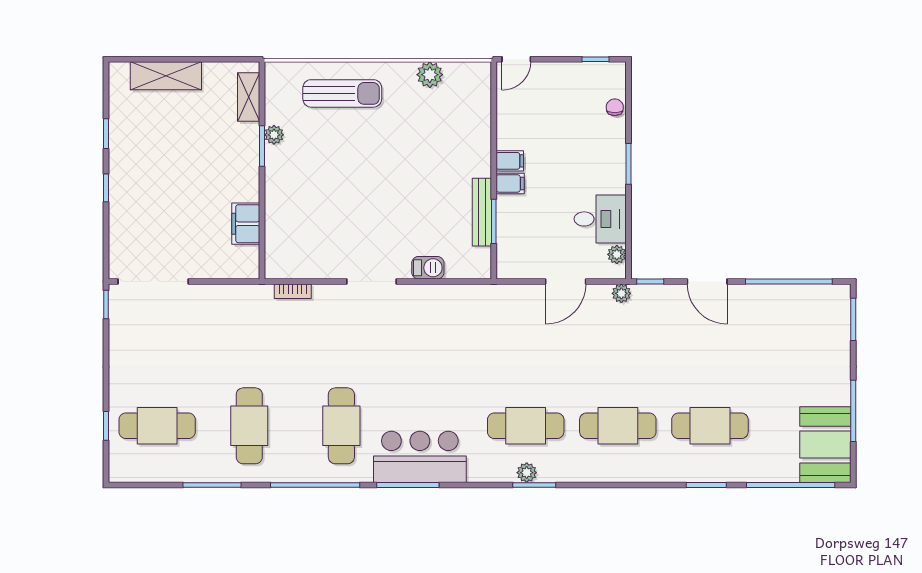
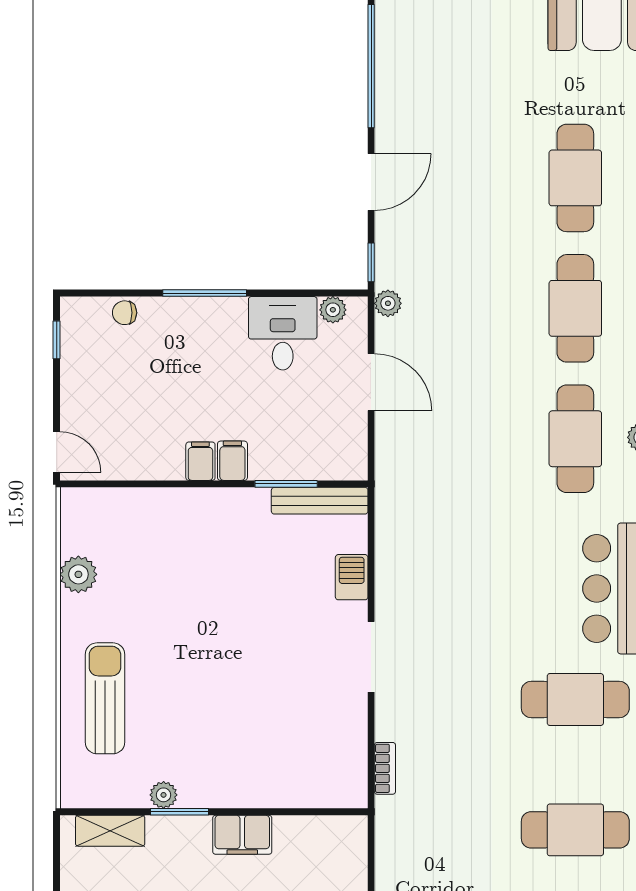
window: (629, 164) -> (205, 293), width x1.44
bench: (482, 212) -> (320, 501), moved
filing cabinet: (246, 224) -> (242, 835), moved

